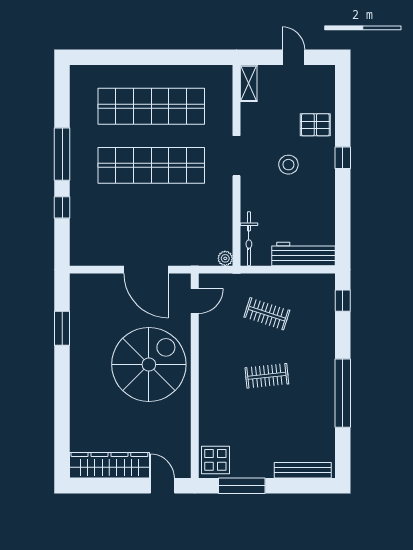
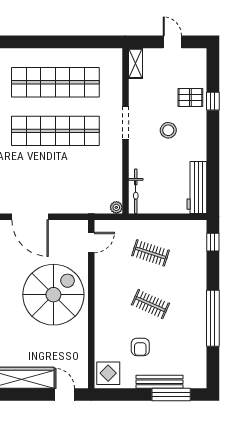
window: (343, 158) -> (213, 101), moved
workbench: (303, 254) -> (197, 187), moved, turned -90
door: (146, 270) -> (30, 217), moved
clothes rail: (267, 376) -> (151, 304), turned 30
armchair: (254, 428) -> (140, 347), added
bench: (303, 470) -> (160, 382), moved
window: (242, 486) -> (171, 395), moved

